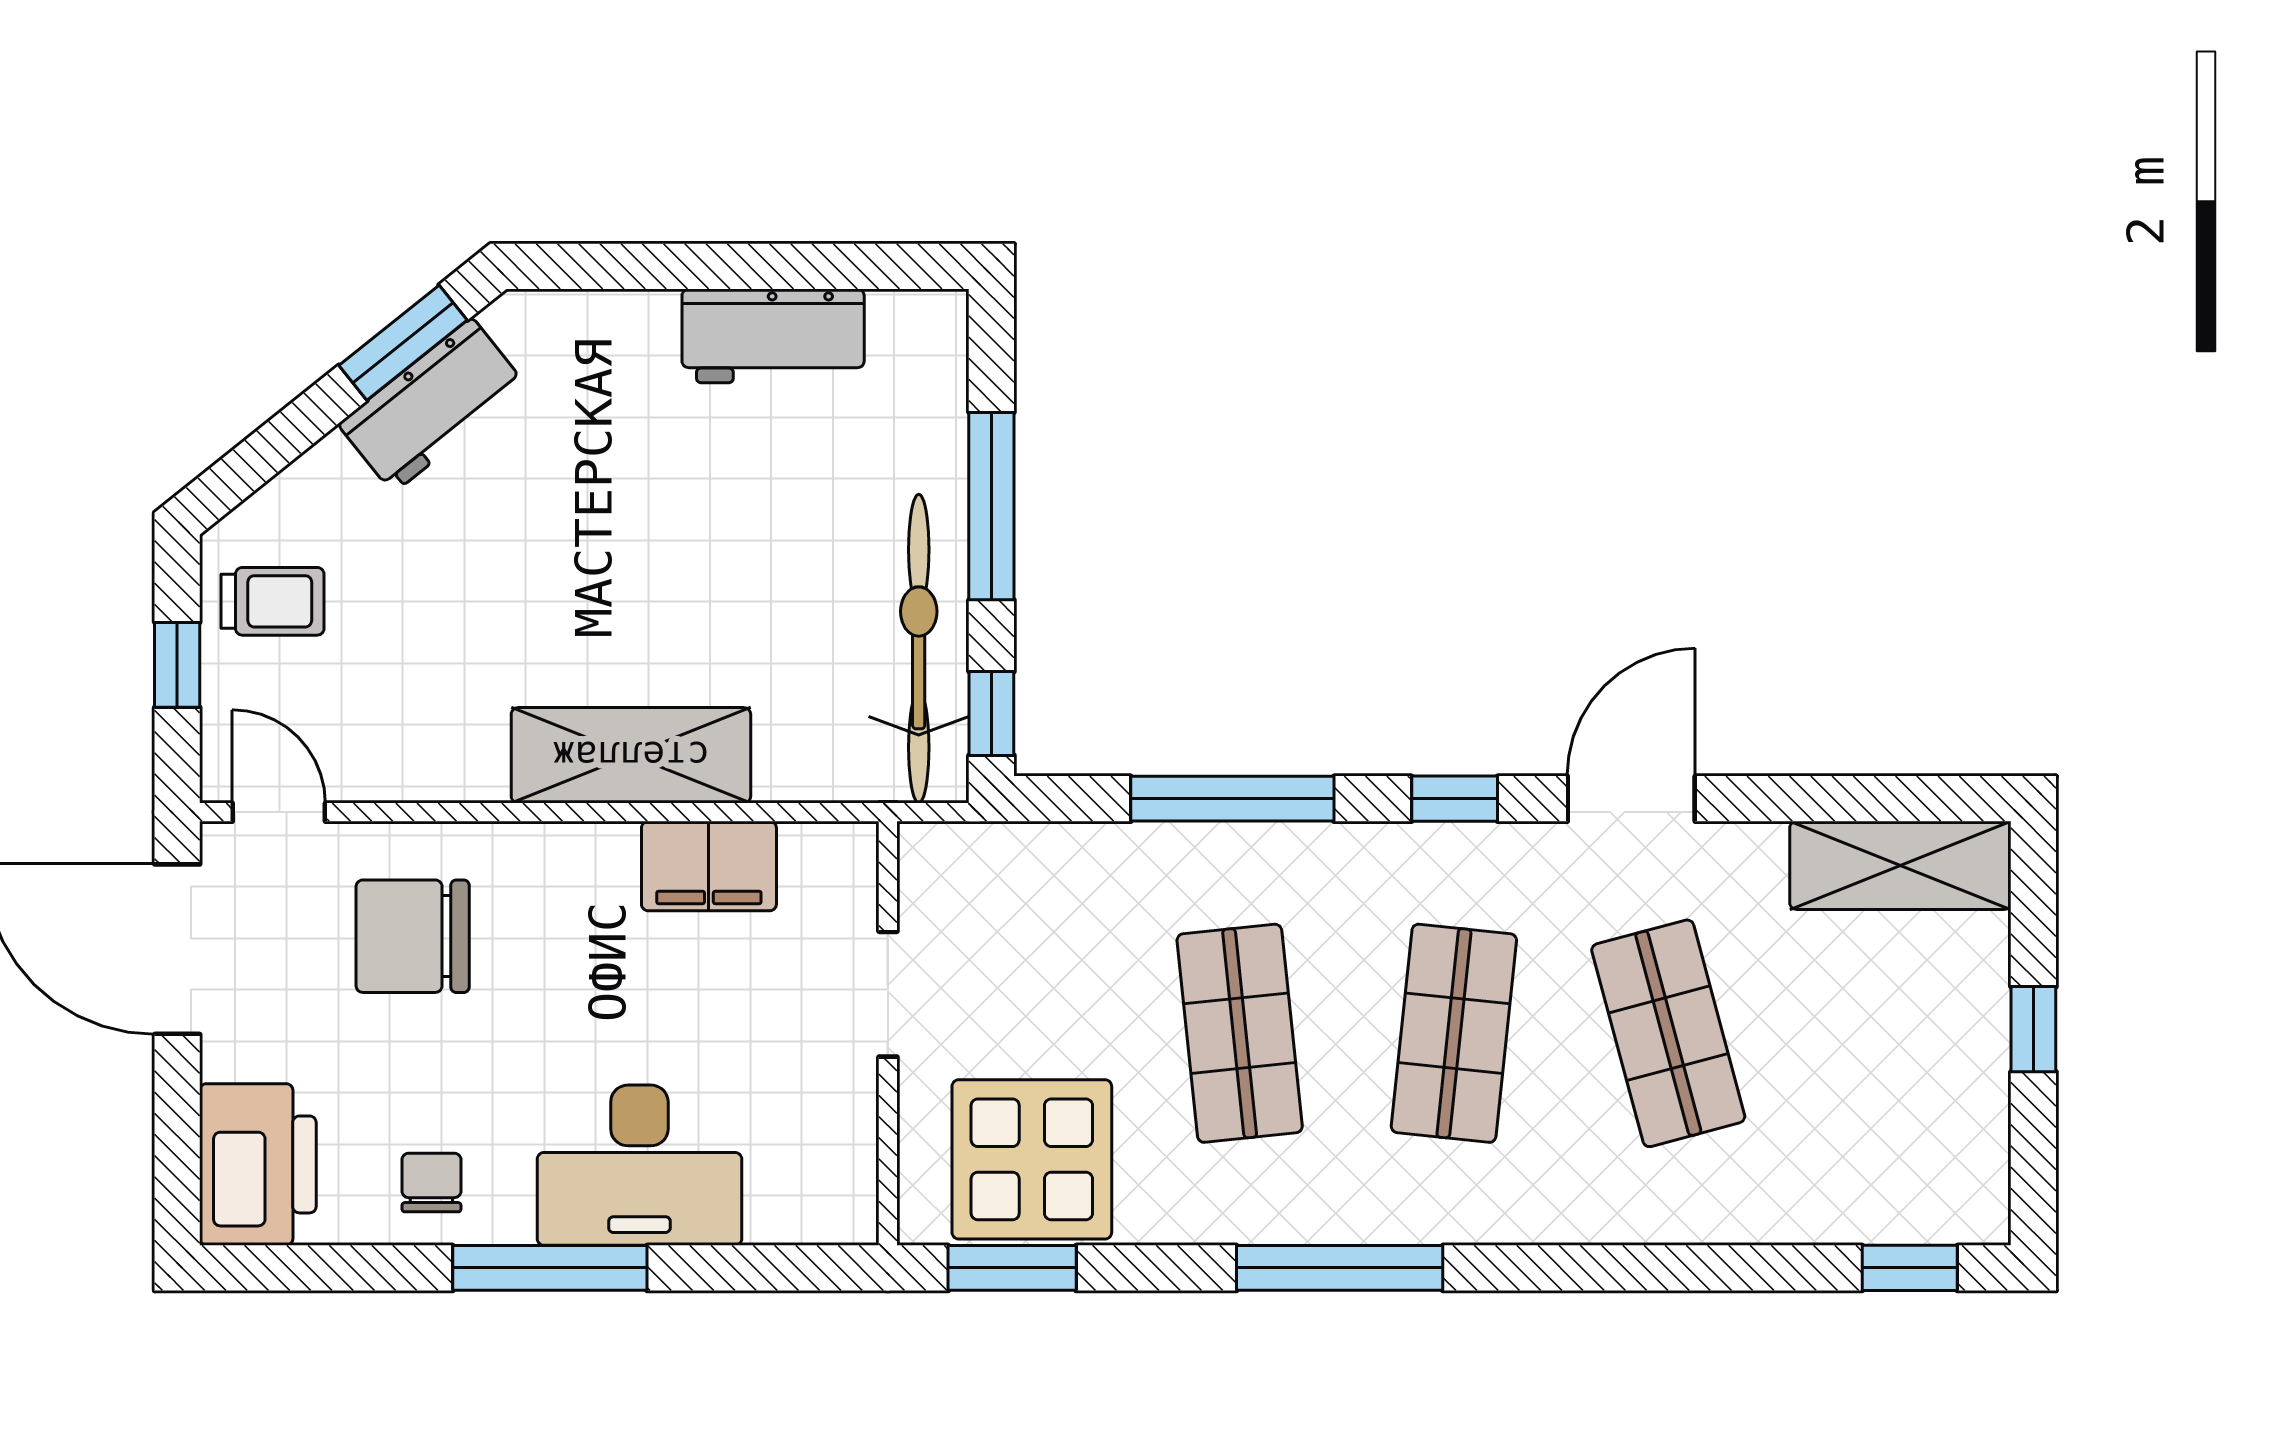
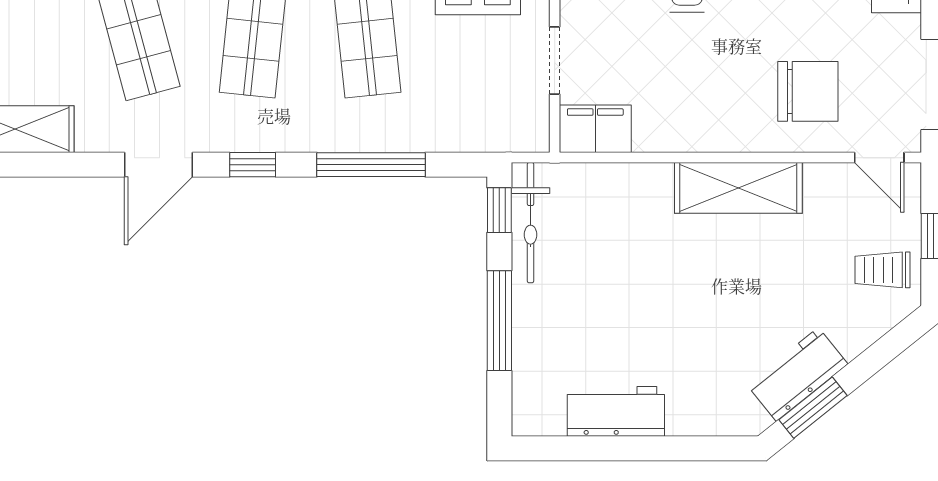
bicycle: (919, 649) -> (531, 223), width x0.73, depth x0.71
shelving: (631, 755) -> (738, 188), moved
filing cabinet: (709, 866) -> (595, 129), moved

